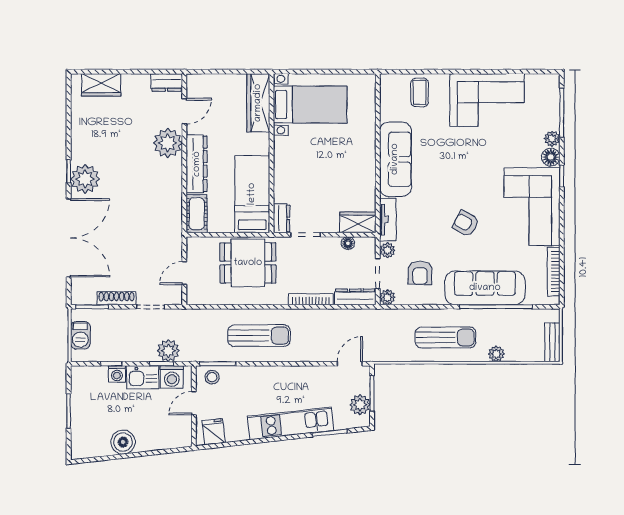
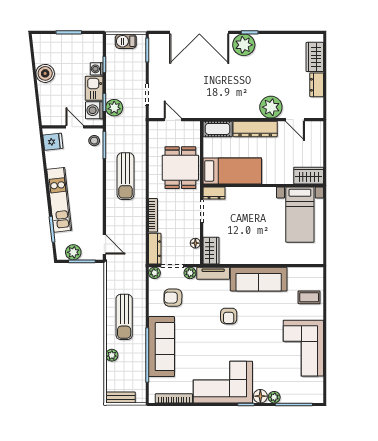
dresser: (167, 82) -> (317, 85), moved
wardrobe: (258, 103) -> (309, 176), width x0.67
armchair: (466, 224) -> (229, 316), moved, turned 152
shoe rack: (117, 298) -> (154, 69), removed

